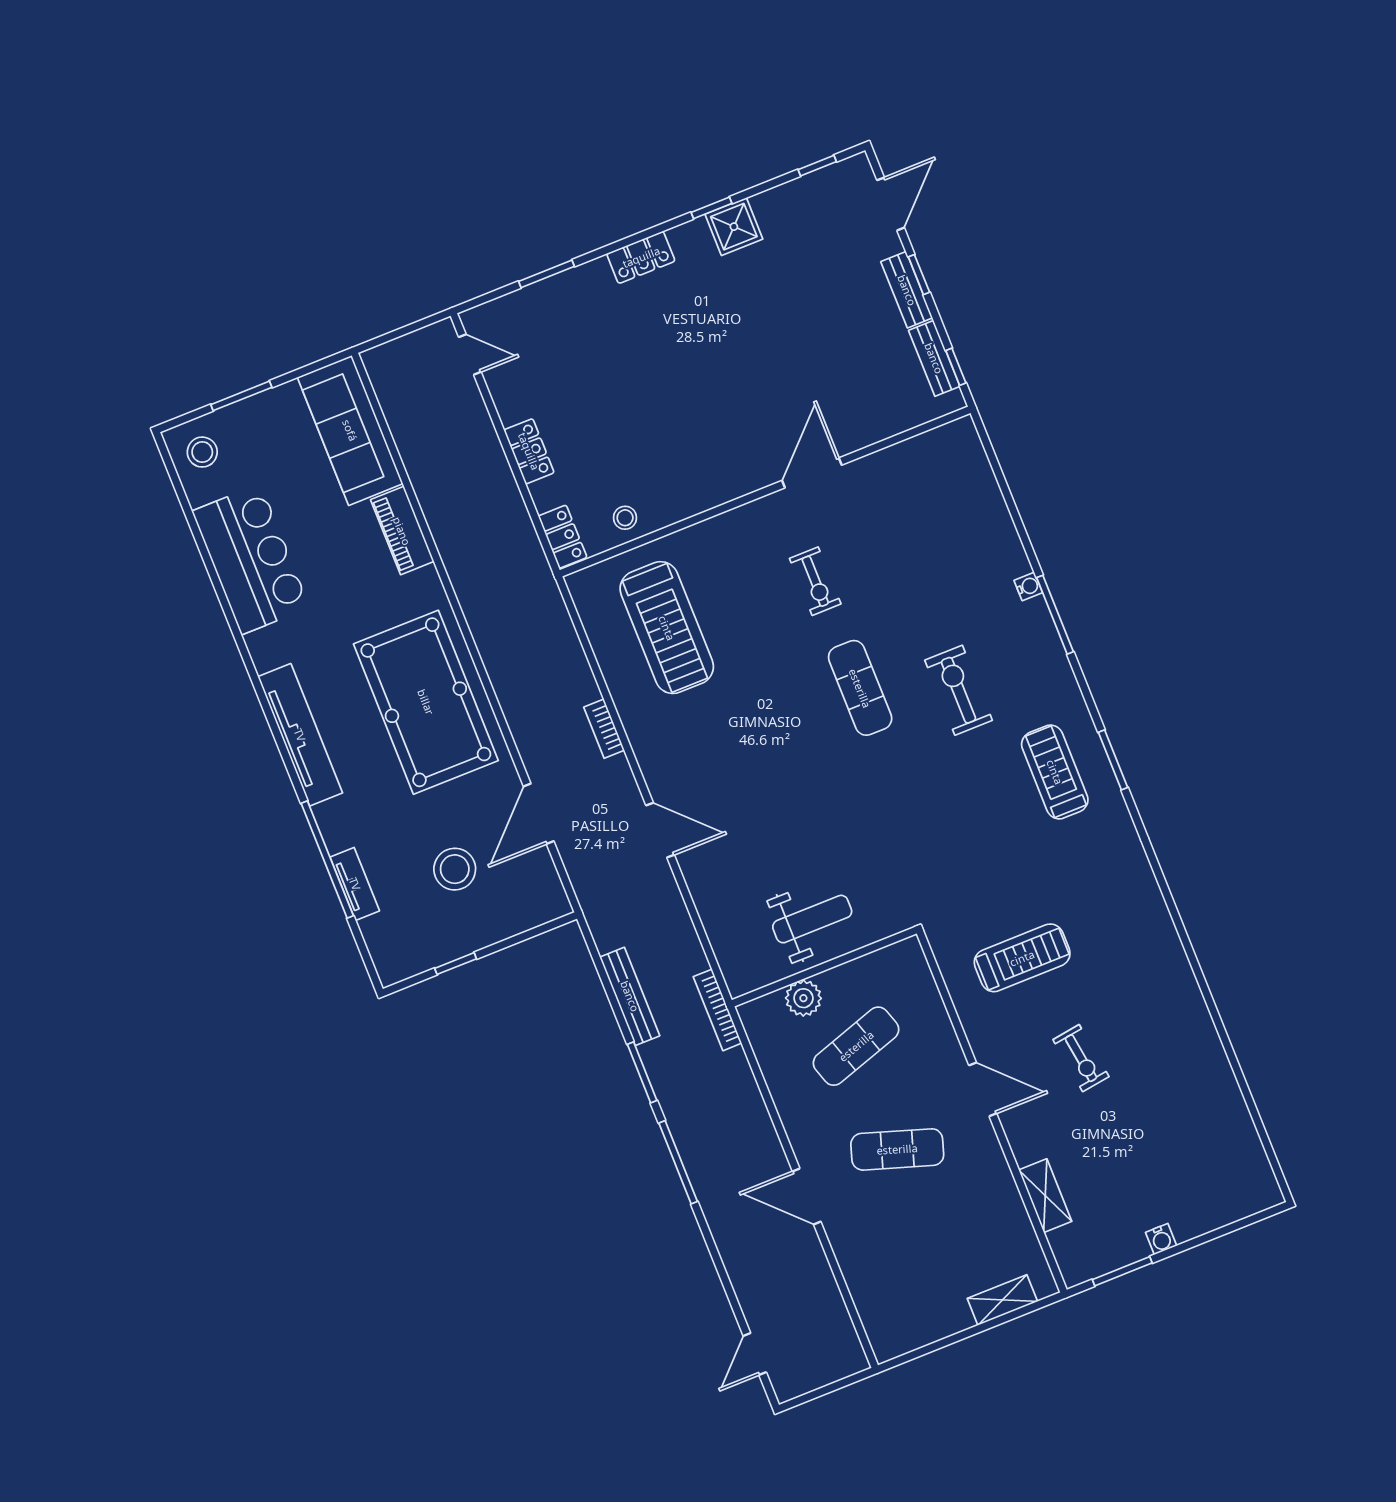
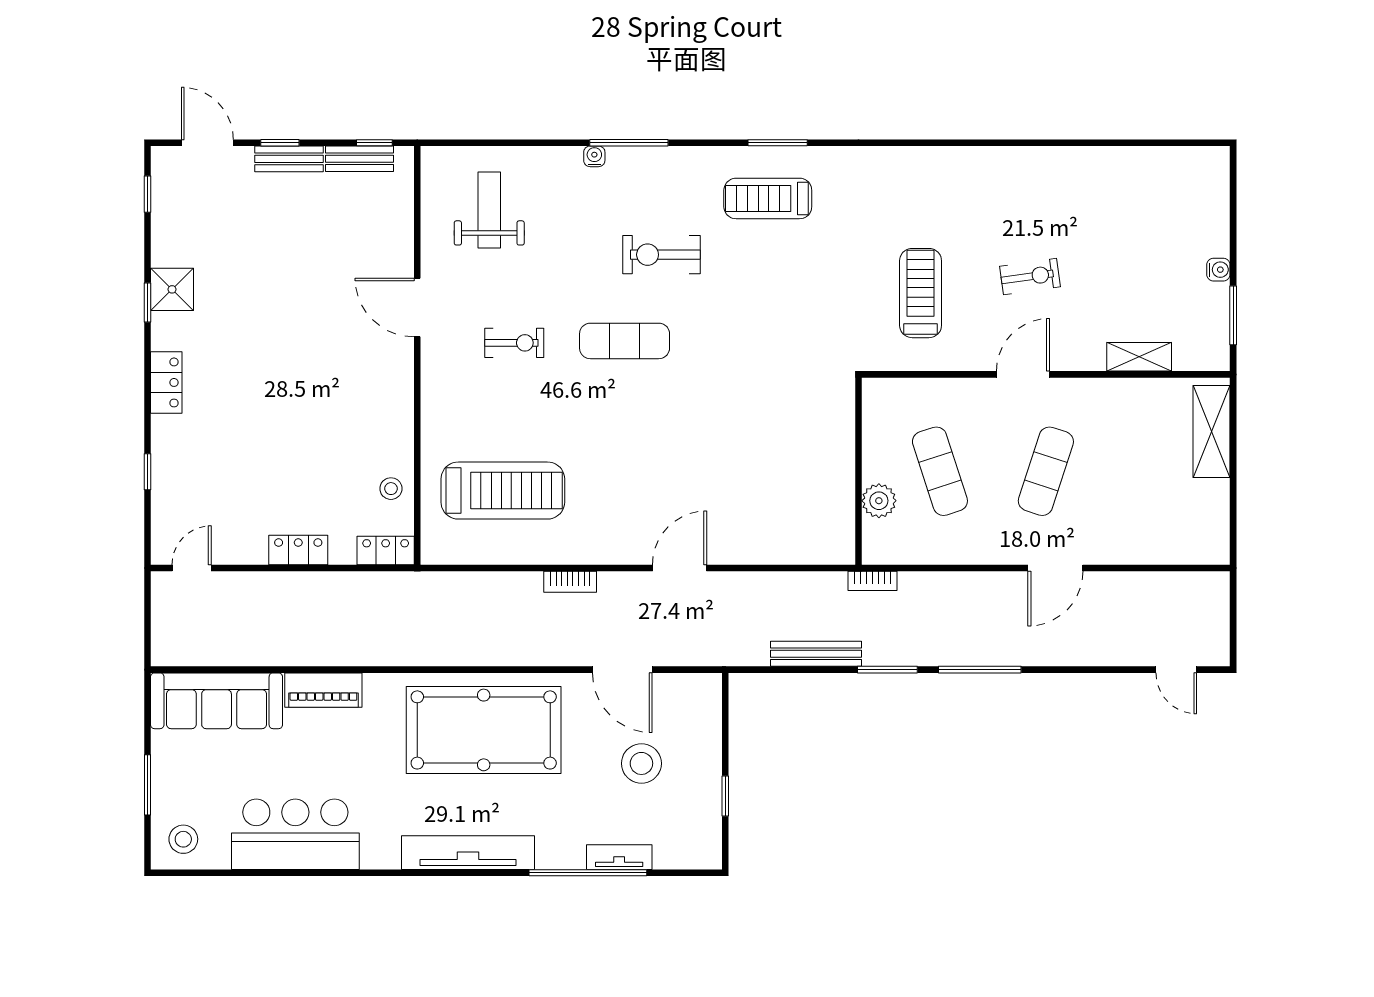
window: (546, 274) -> (148, 472), width x0.67
weight bench: (812, 919) -> (489, 210), moved
bookcase: (717, 1010) -> (873, 581), width x0.64
shelving: (1002, 1300) -> (1212, 432), width x1.50, depth x1.33

